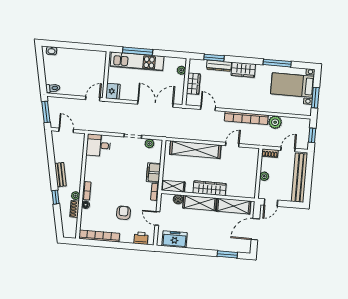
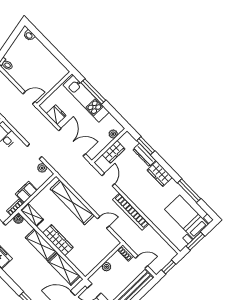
fridge: (113, 91) -> (56, 115), moved, turned -90
plant: (275, 122) -> (149, 233), removed
boiler: (178, 199) -> (18, 219), moved

